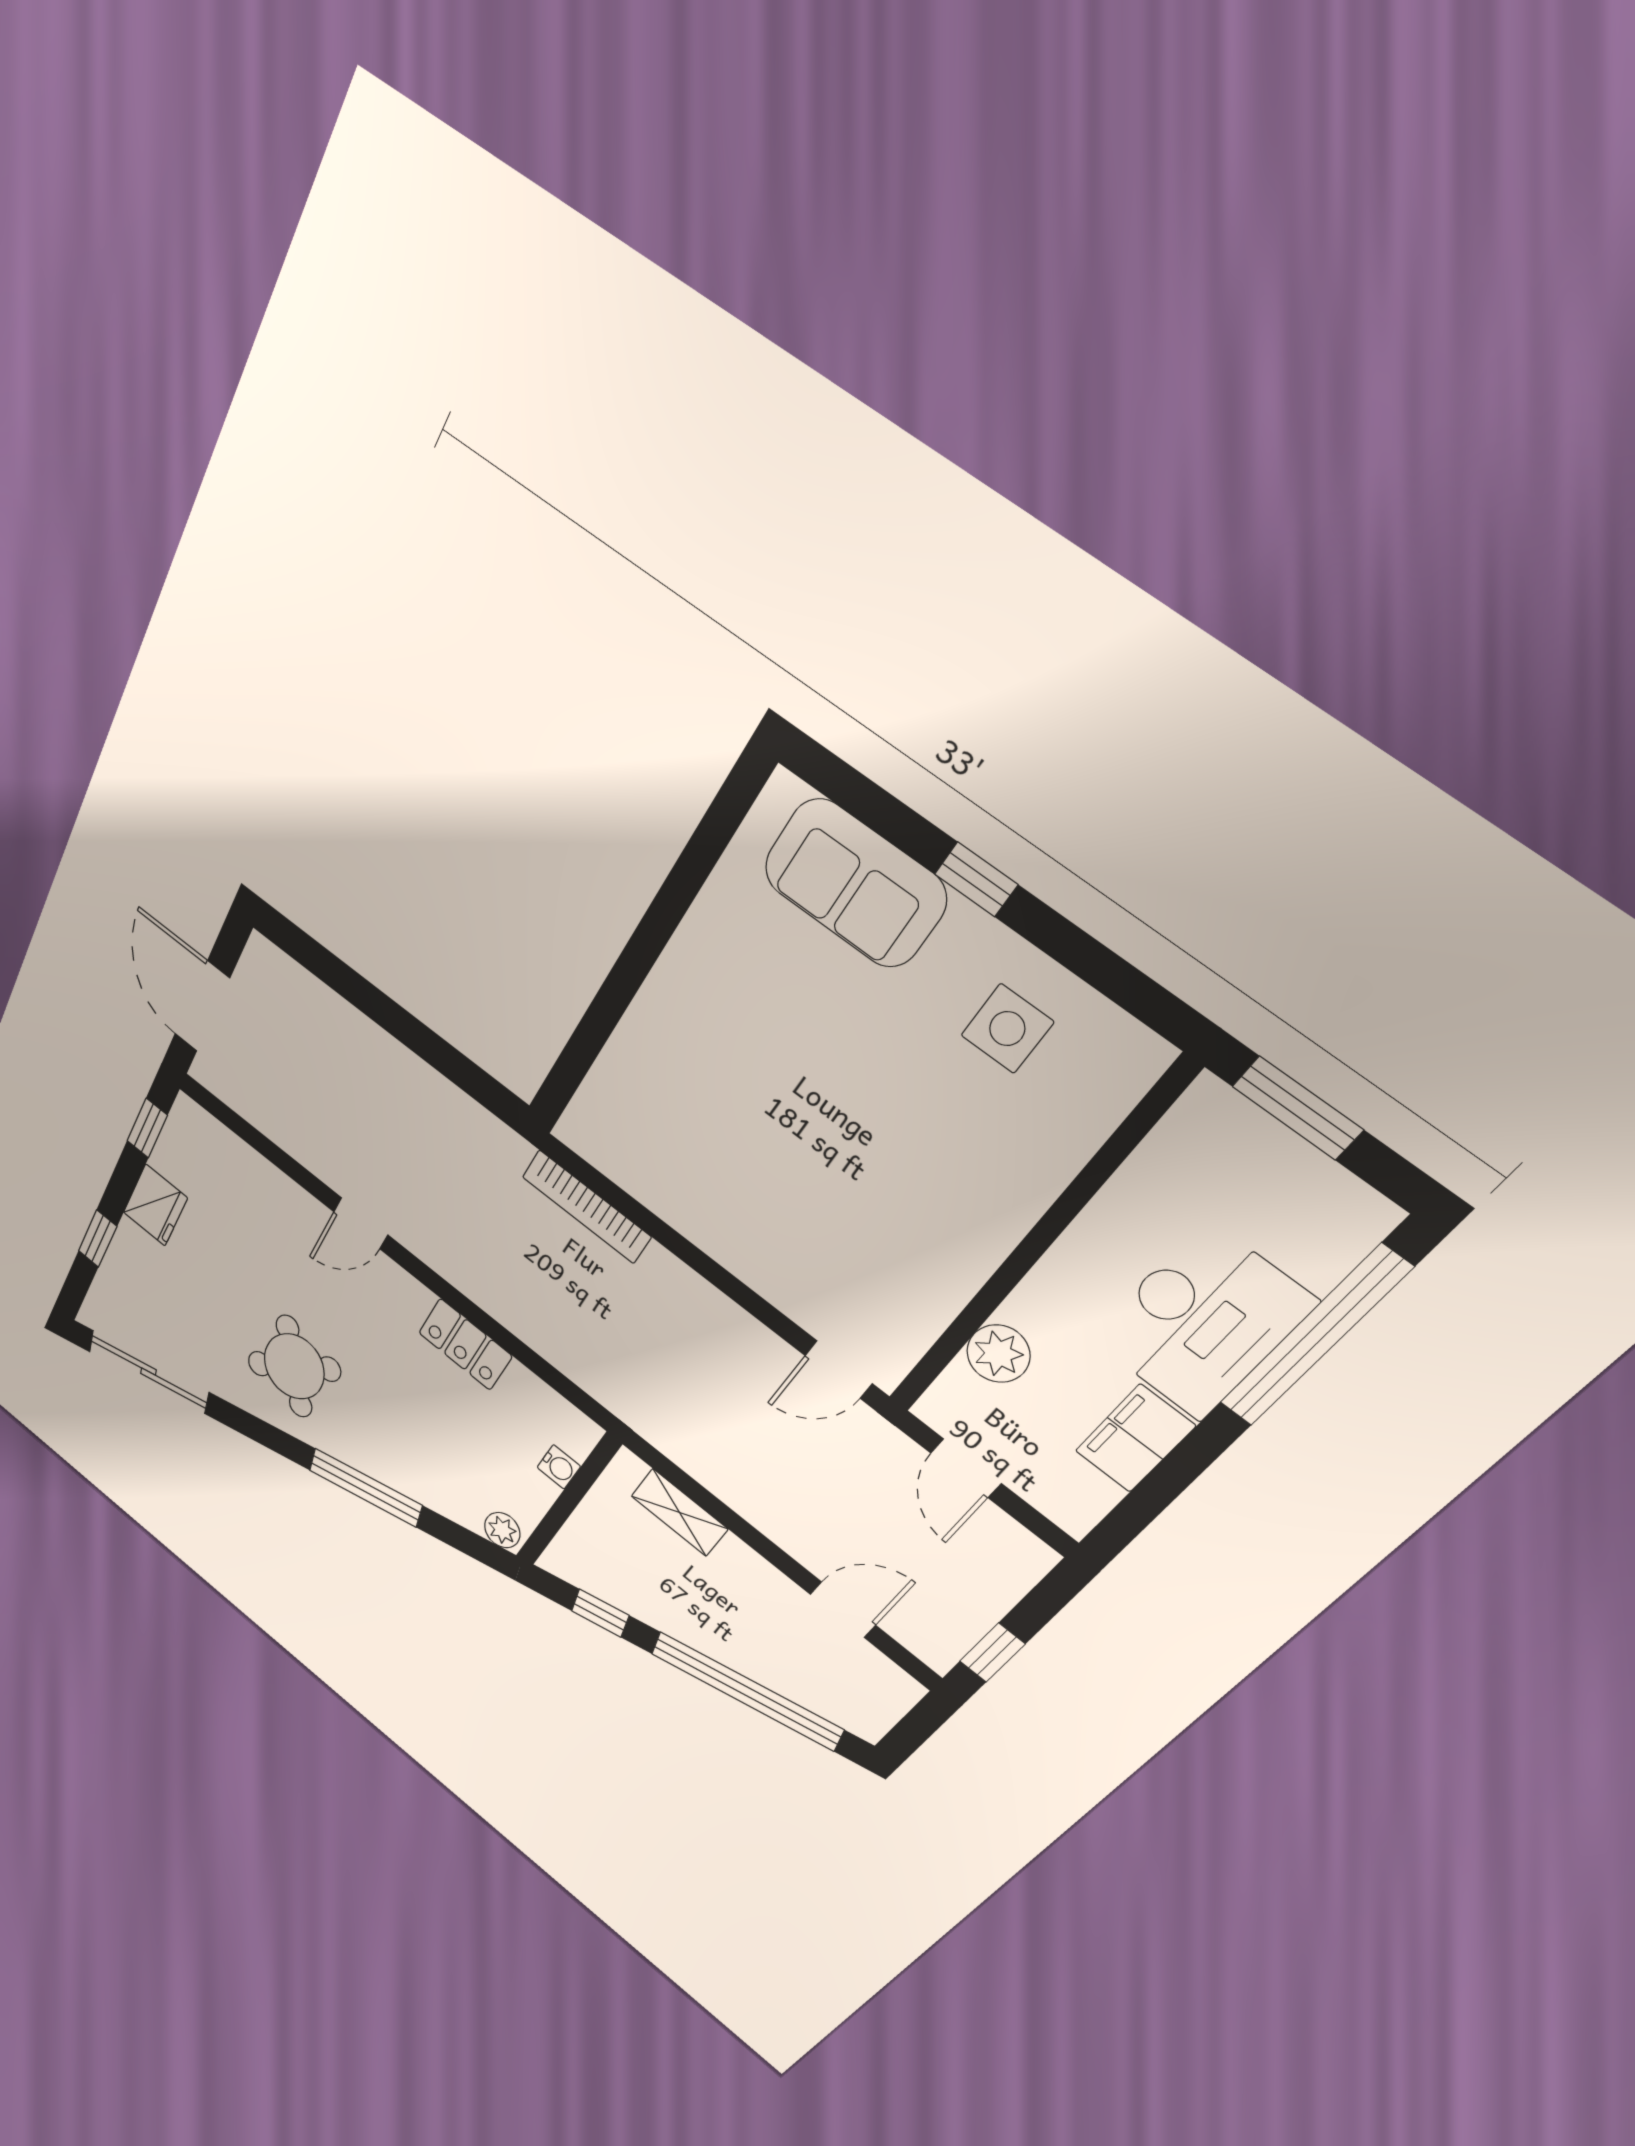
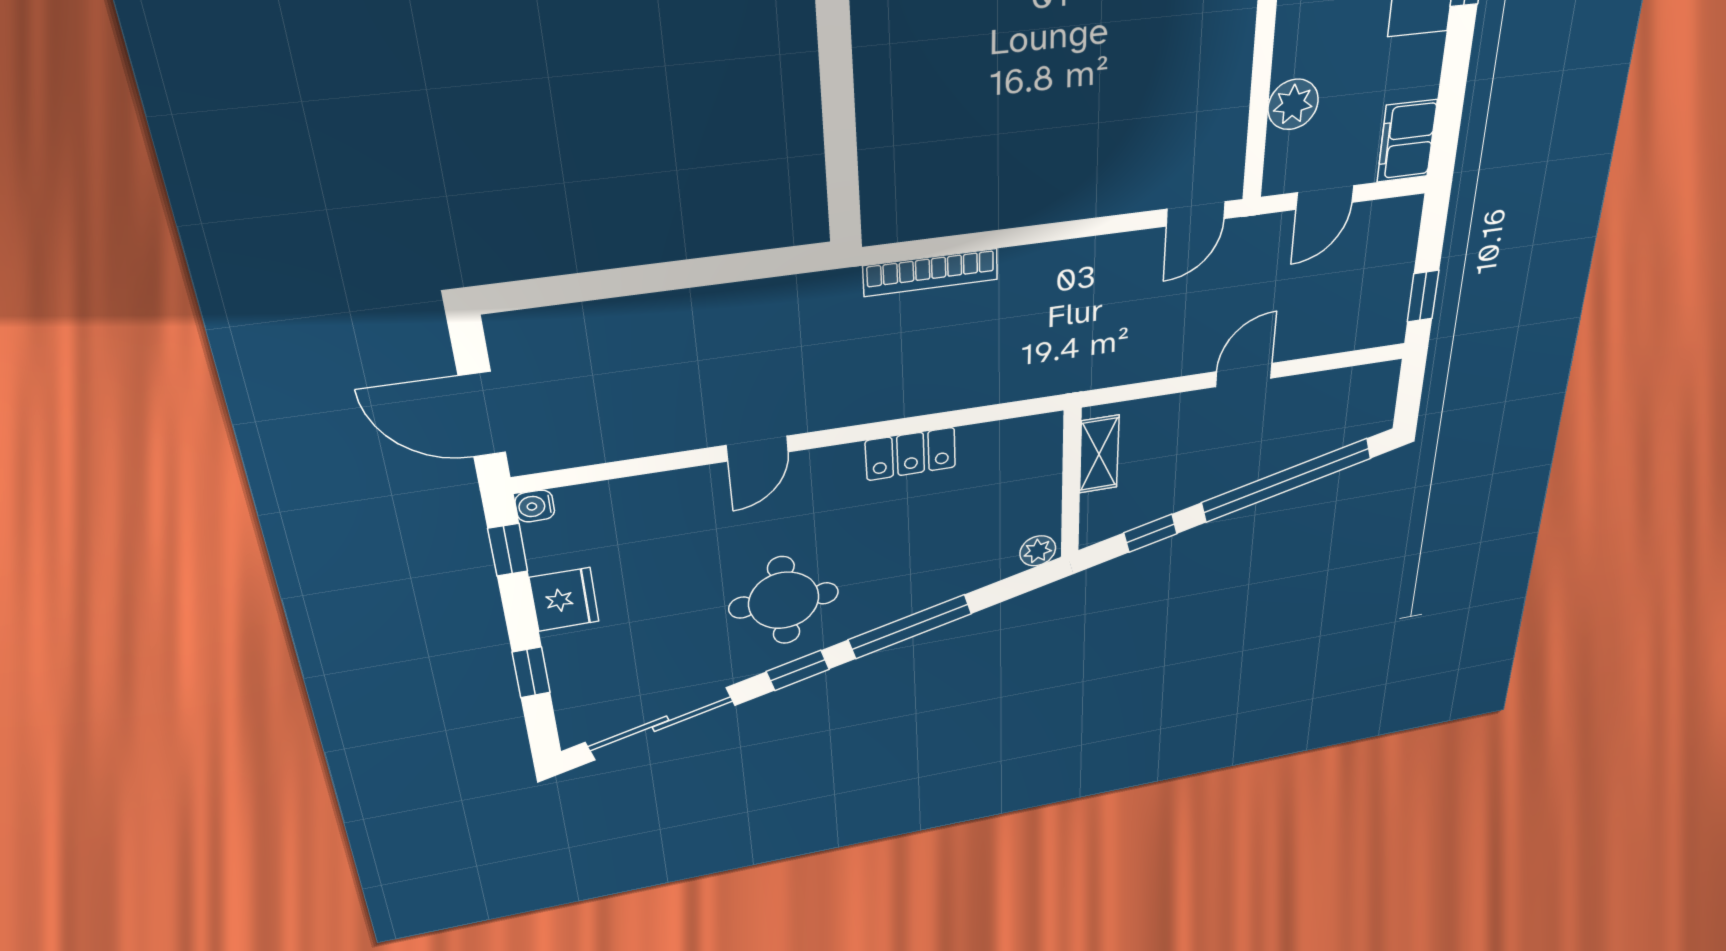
round table: (294, 1366) -> (784, 600), turned 38
window: (265, 1434) -> (798, 670), added
filing cabinet: (1135, 1438) -> (1407, 141), moved
water cooler: (559, 1467) -> (535, 506), moved, turned 180
door: (966, 1468) -> (1325, 198), hinge flipped
shelving: (679, 1512) -> (1099, 454), moved, turned 90
door: (843, 1610) -> (1244, 375), moved

